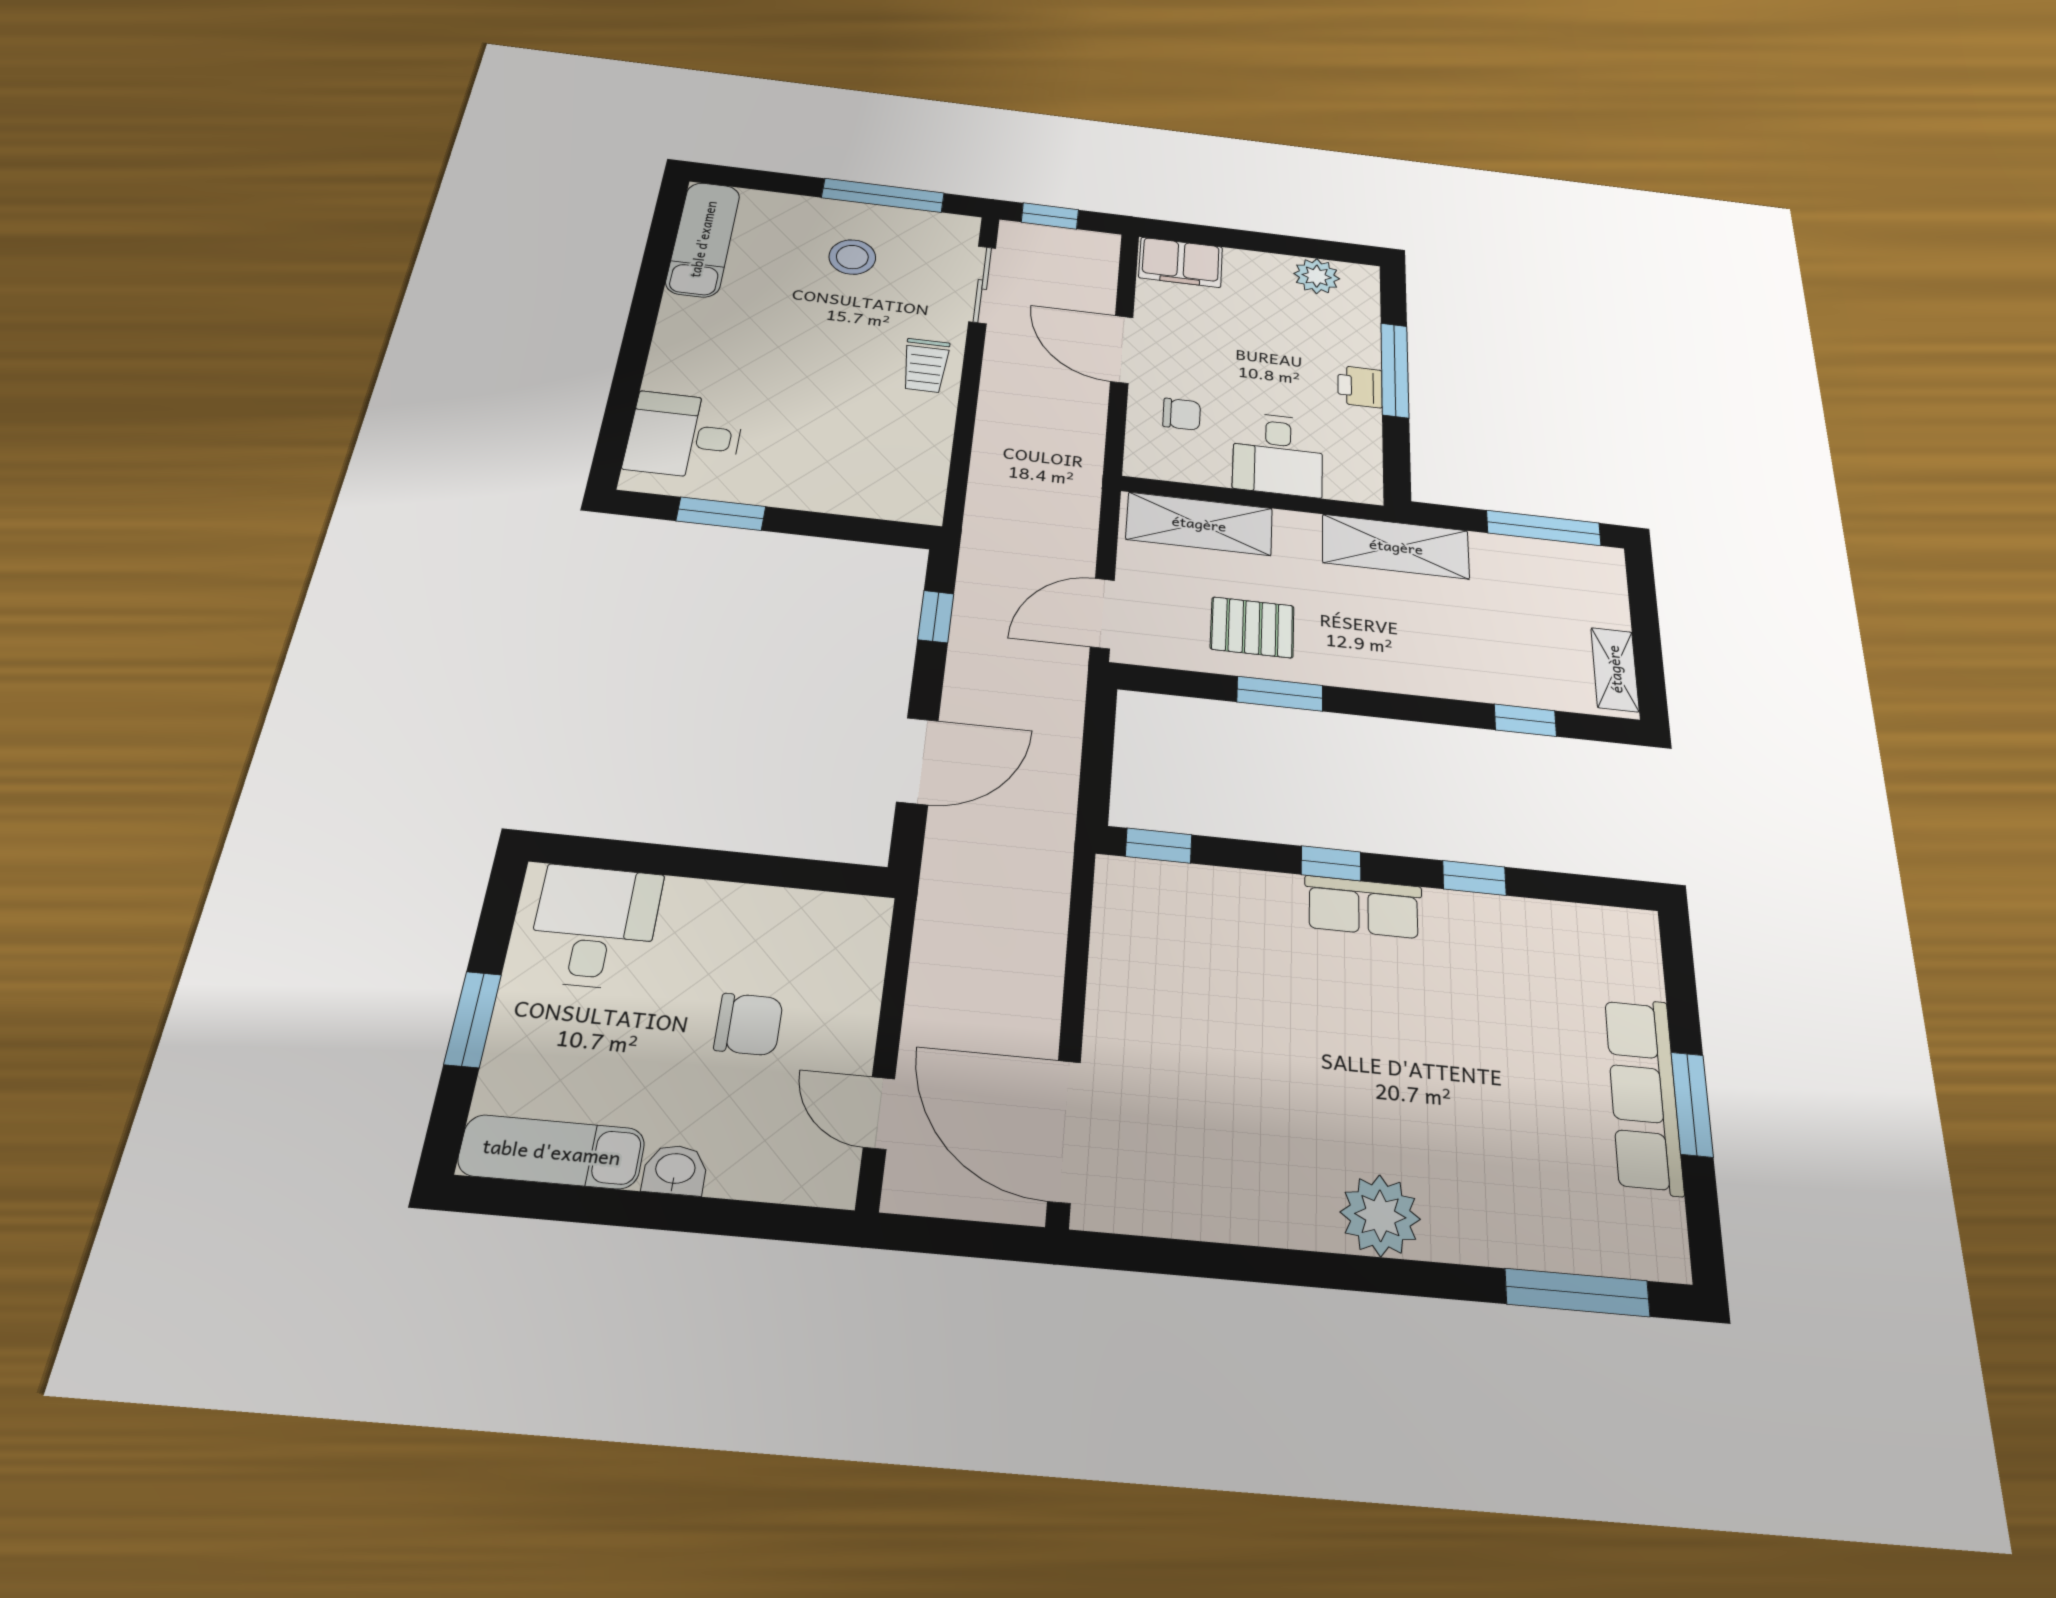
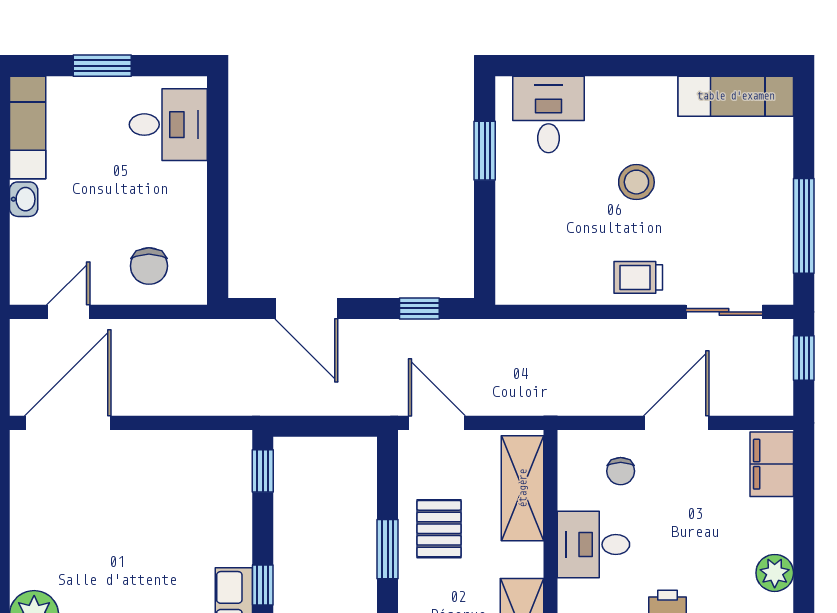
stool: (852, 257) -> (636, 182), moved
chair: (749, 1024) -> (149, 266), moved

